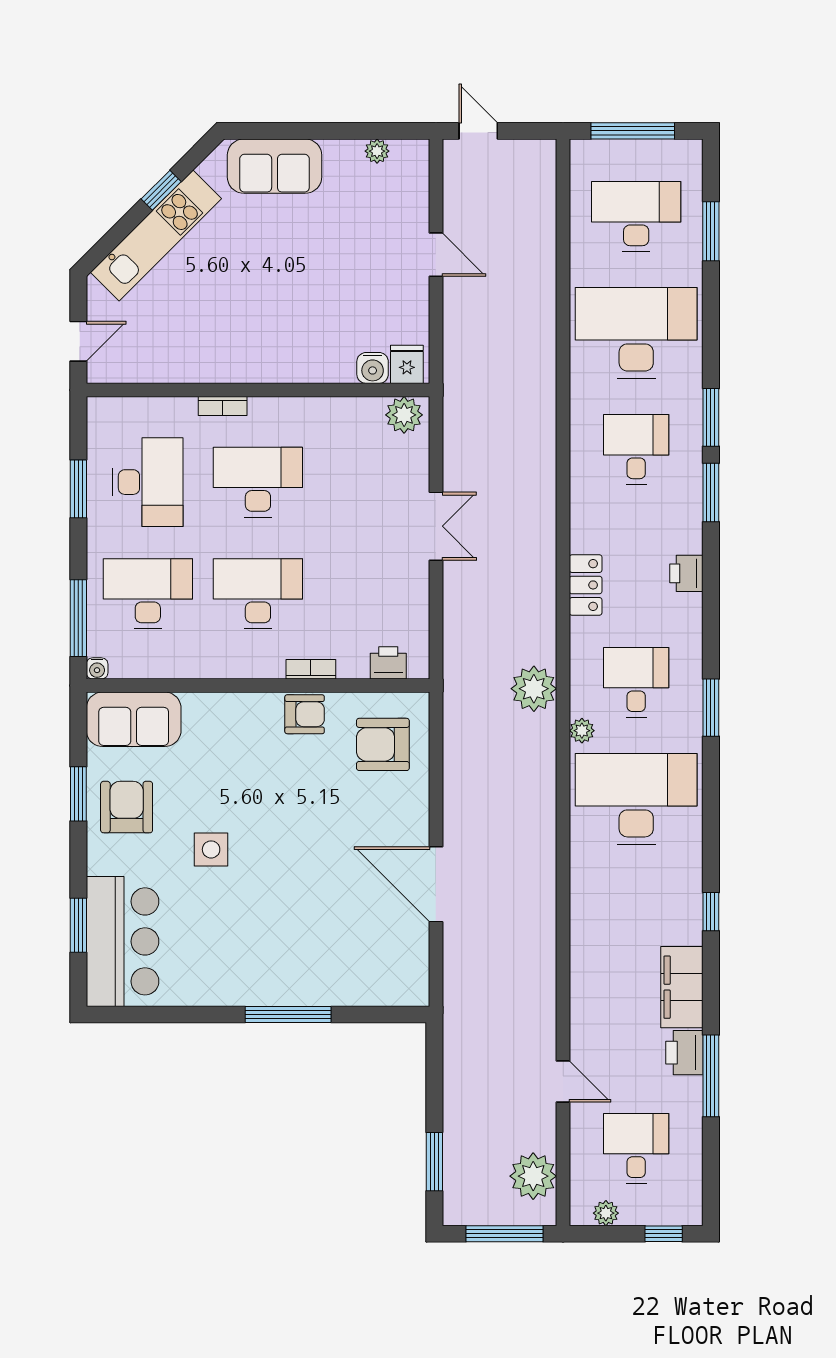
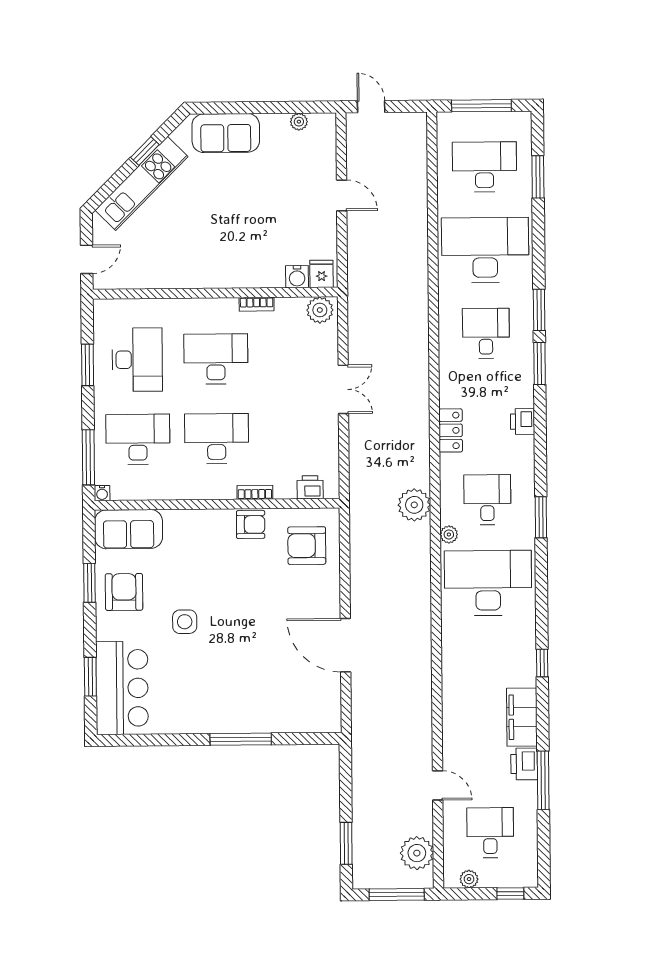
bookcase: (223, 406) -> (257, 304), moved

